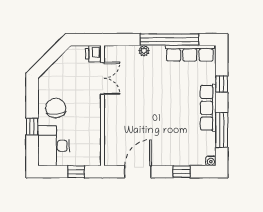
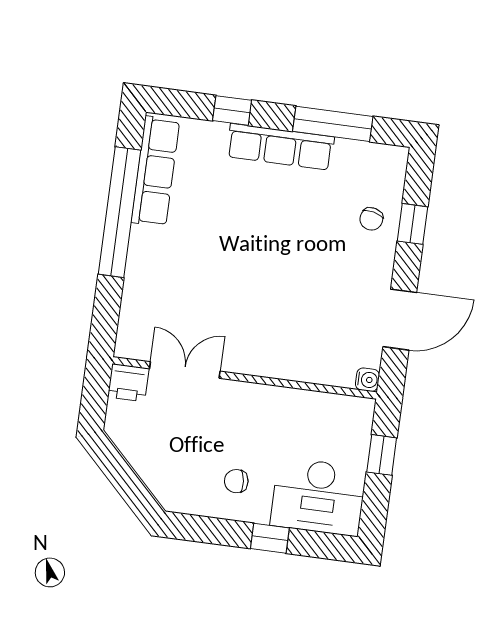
plant: (144, 51) -> (136, 271), removed
chair: (56, 108) -> (236, 481), width x0.54, depth x0.54
chair: (181, 153) -> (371, 219), added
water cooler: (211, 161) -> (367, 380), moved
door: (138, 172) -> (400, 320), swing flipped

